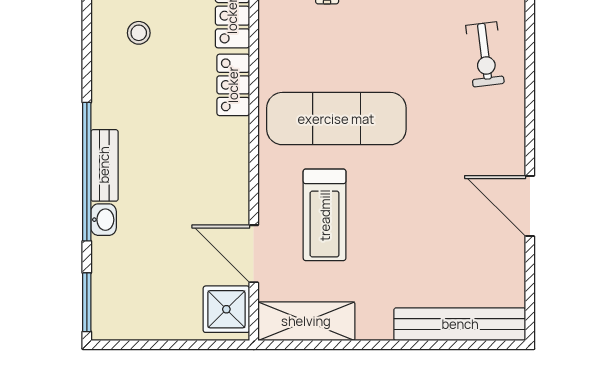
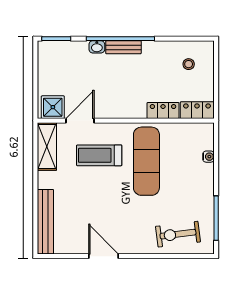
exercise bike: (485, 54) -> (178, 234), width x1.38, depth x1.39
door: (530, 206) -> (104, 256), hinge flipped

